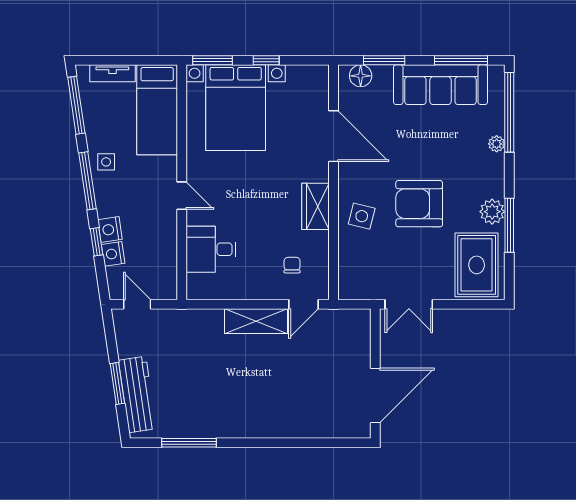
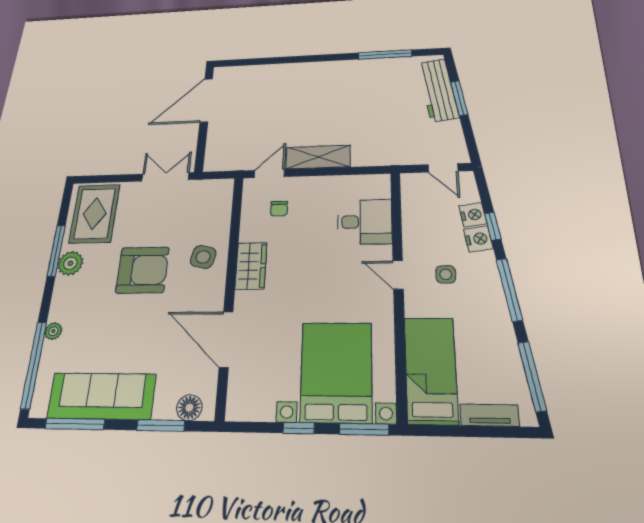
side table: (106, 162) -> (446, 274), moved

